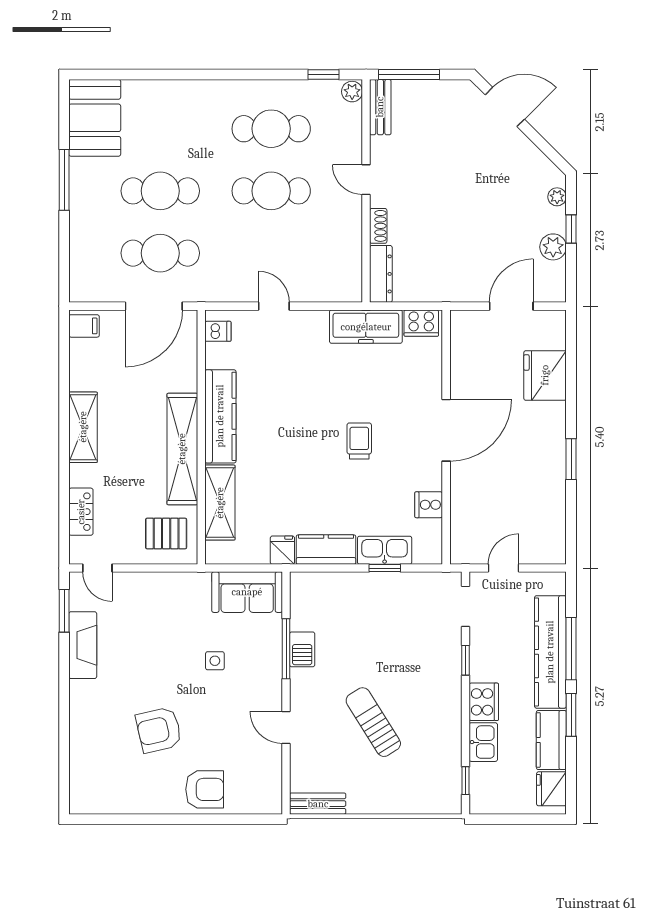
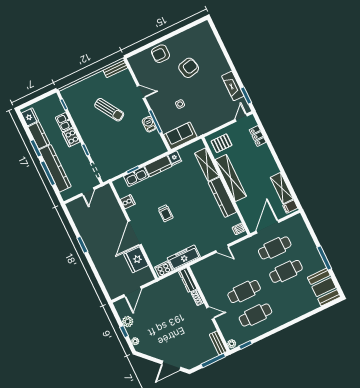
fridge: (545, 375) -> (136, 260), moved, turned 180
shelving: (83, 427) -> (282, 188), moved
door: (97, 568) -> (241, 118), hinge flipped

